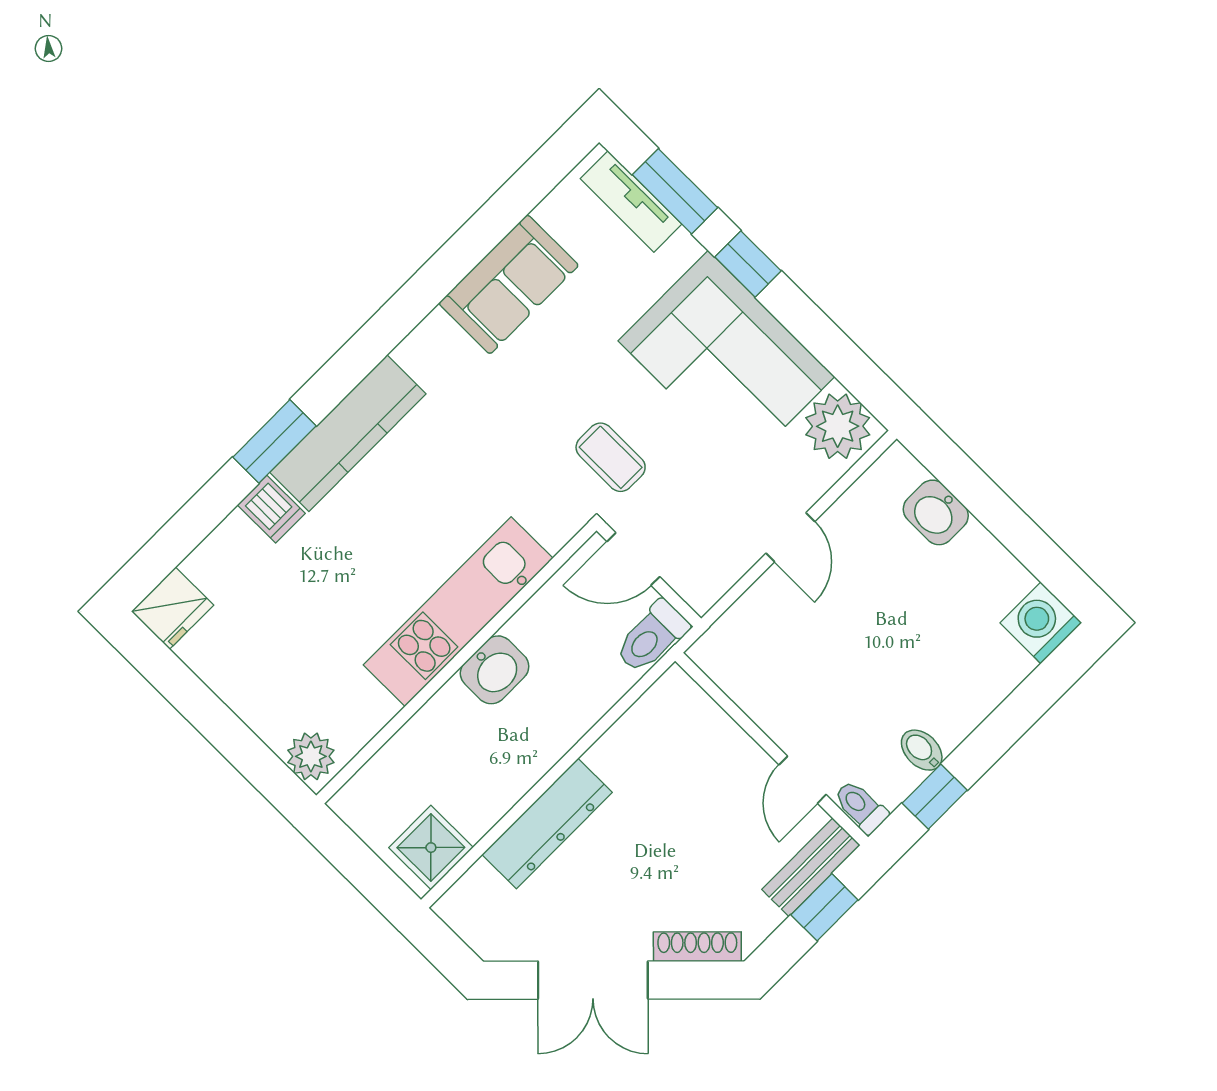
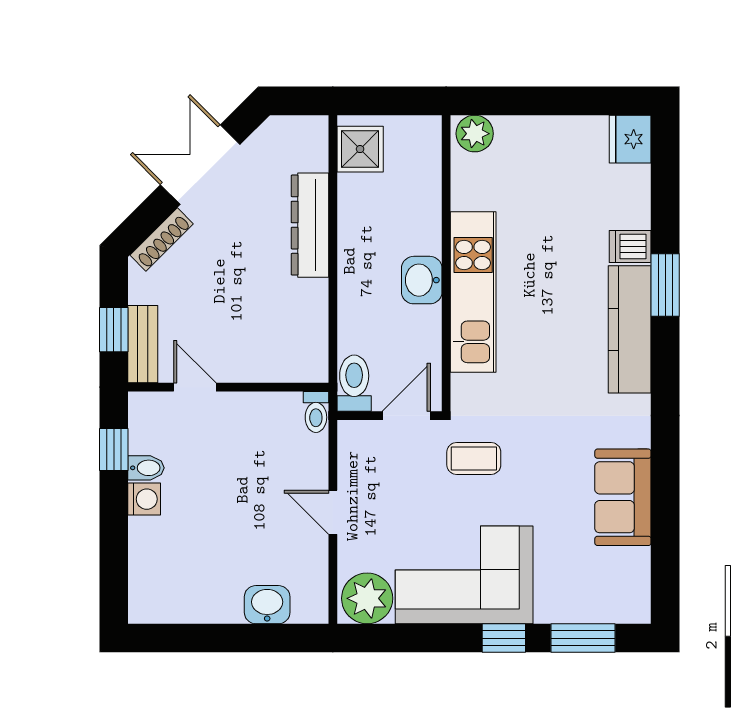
tv unit: (631, 201) -> (601, 609), removed
washing machine: (1041, 623) -> (144, 499), moved, width x0.73, depth x0.73
toilet: (861, 807) -> (316, 412), moved, turned 90

